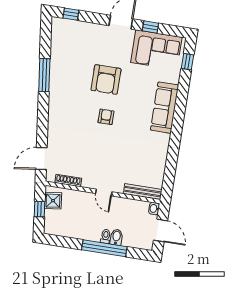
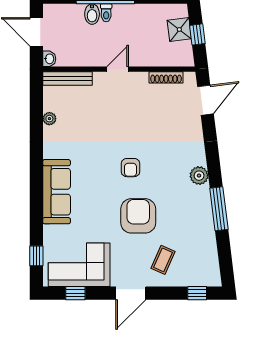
window: (150, 27) -> (75, 293), moved
coffee table: (93, 43) -> (163, 260), added
plant: (55, 103) -> (199, 176), added
plant: (161, 164) -> (49, 119), added
door: (104, 193) -> (118, 69), hinge flipped
shower: (53, 201) -> (179, 29), moved

